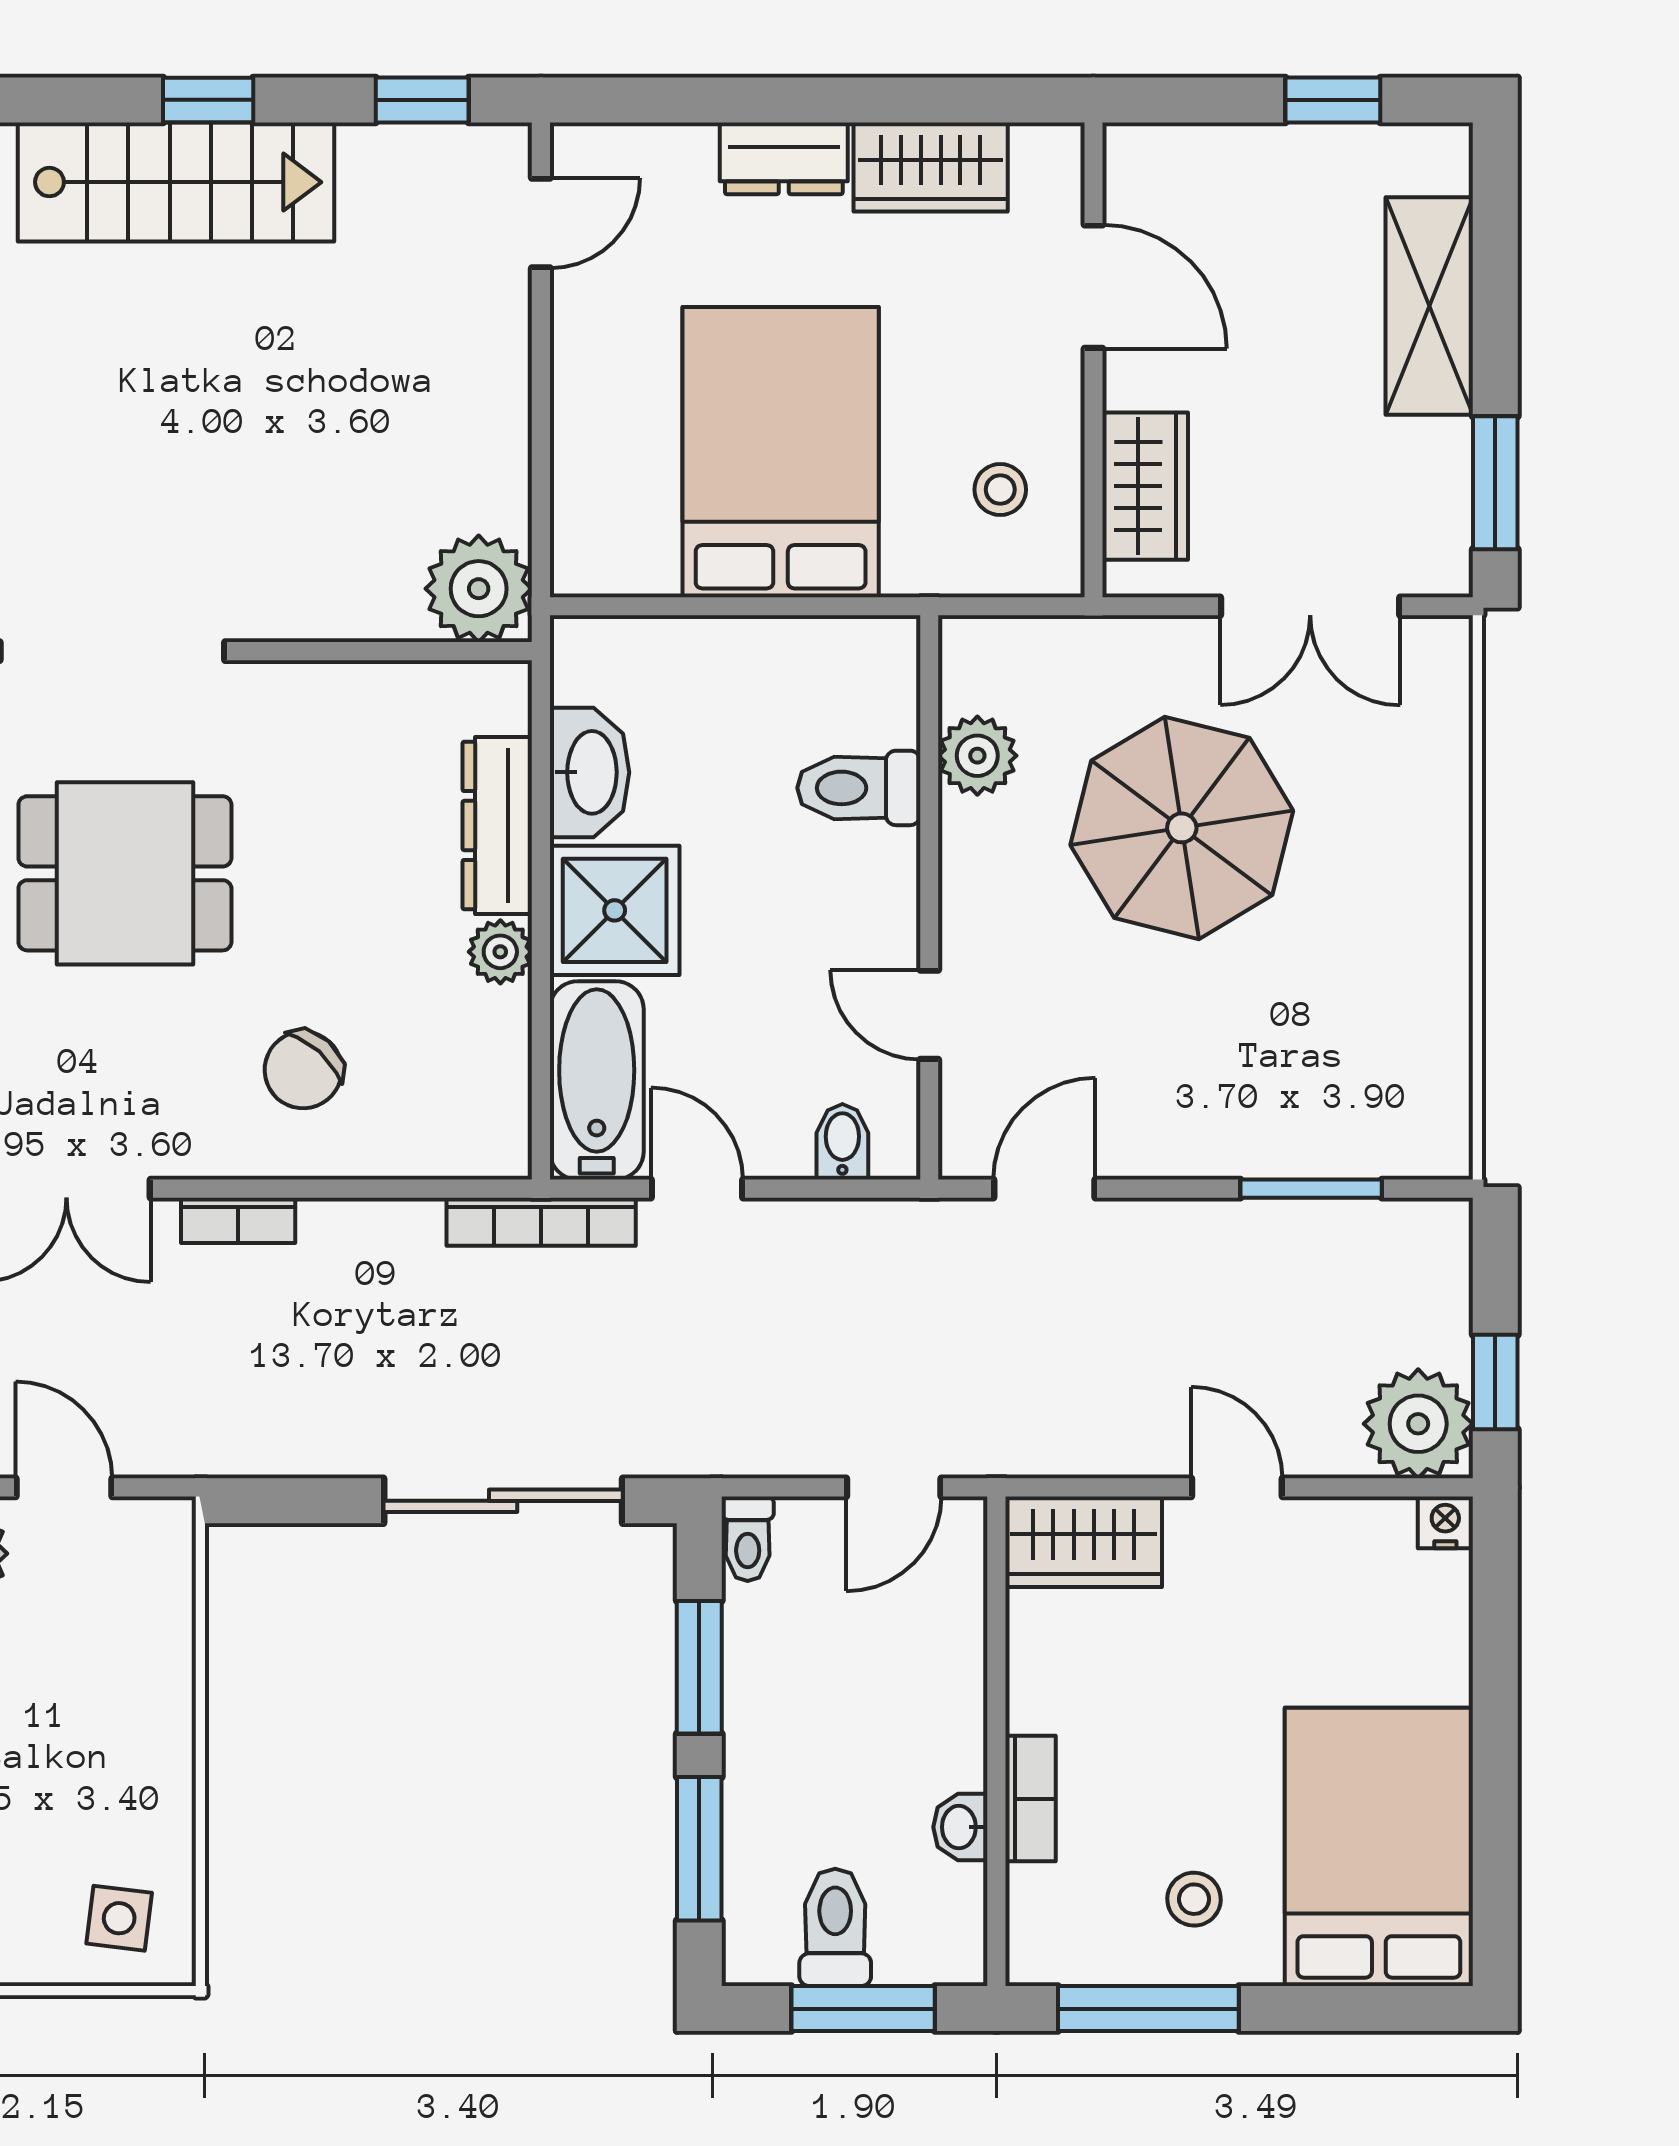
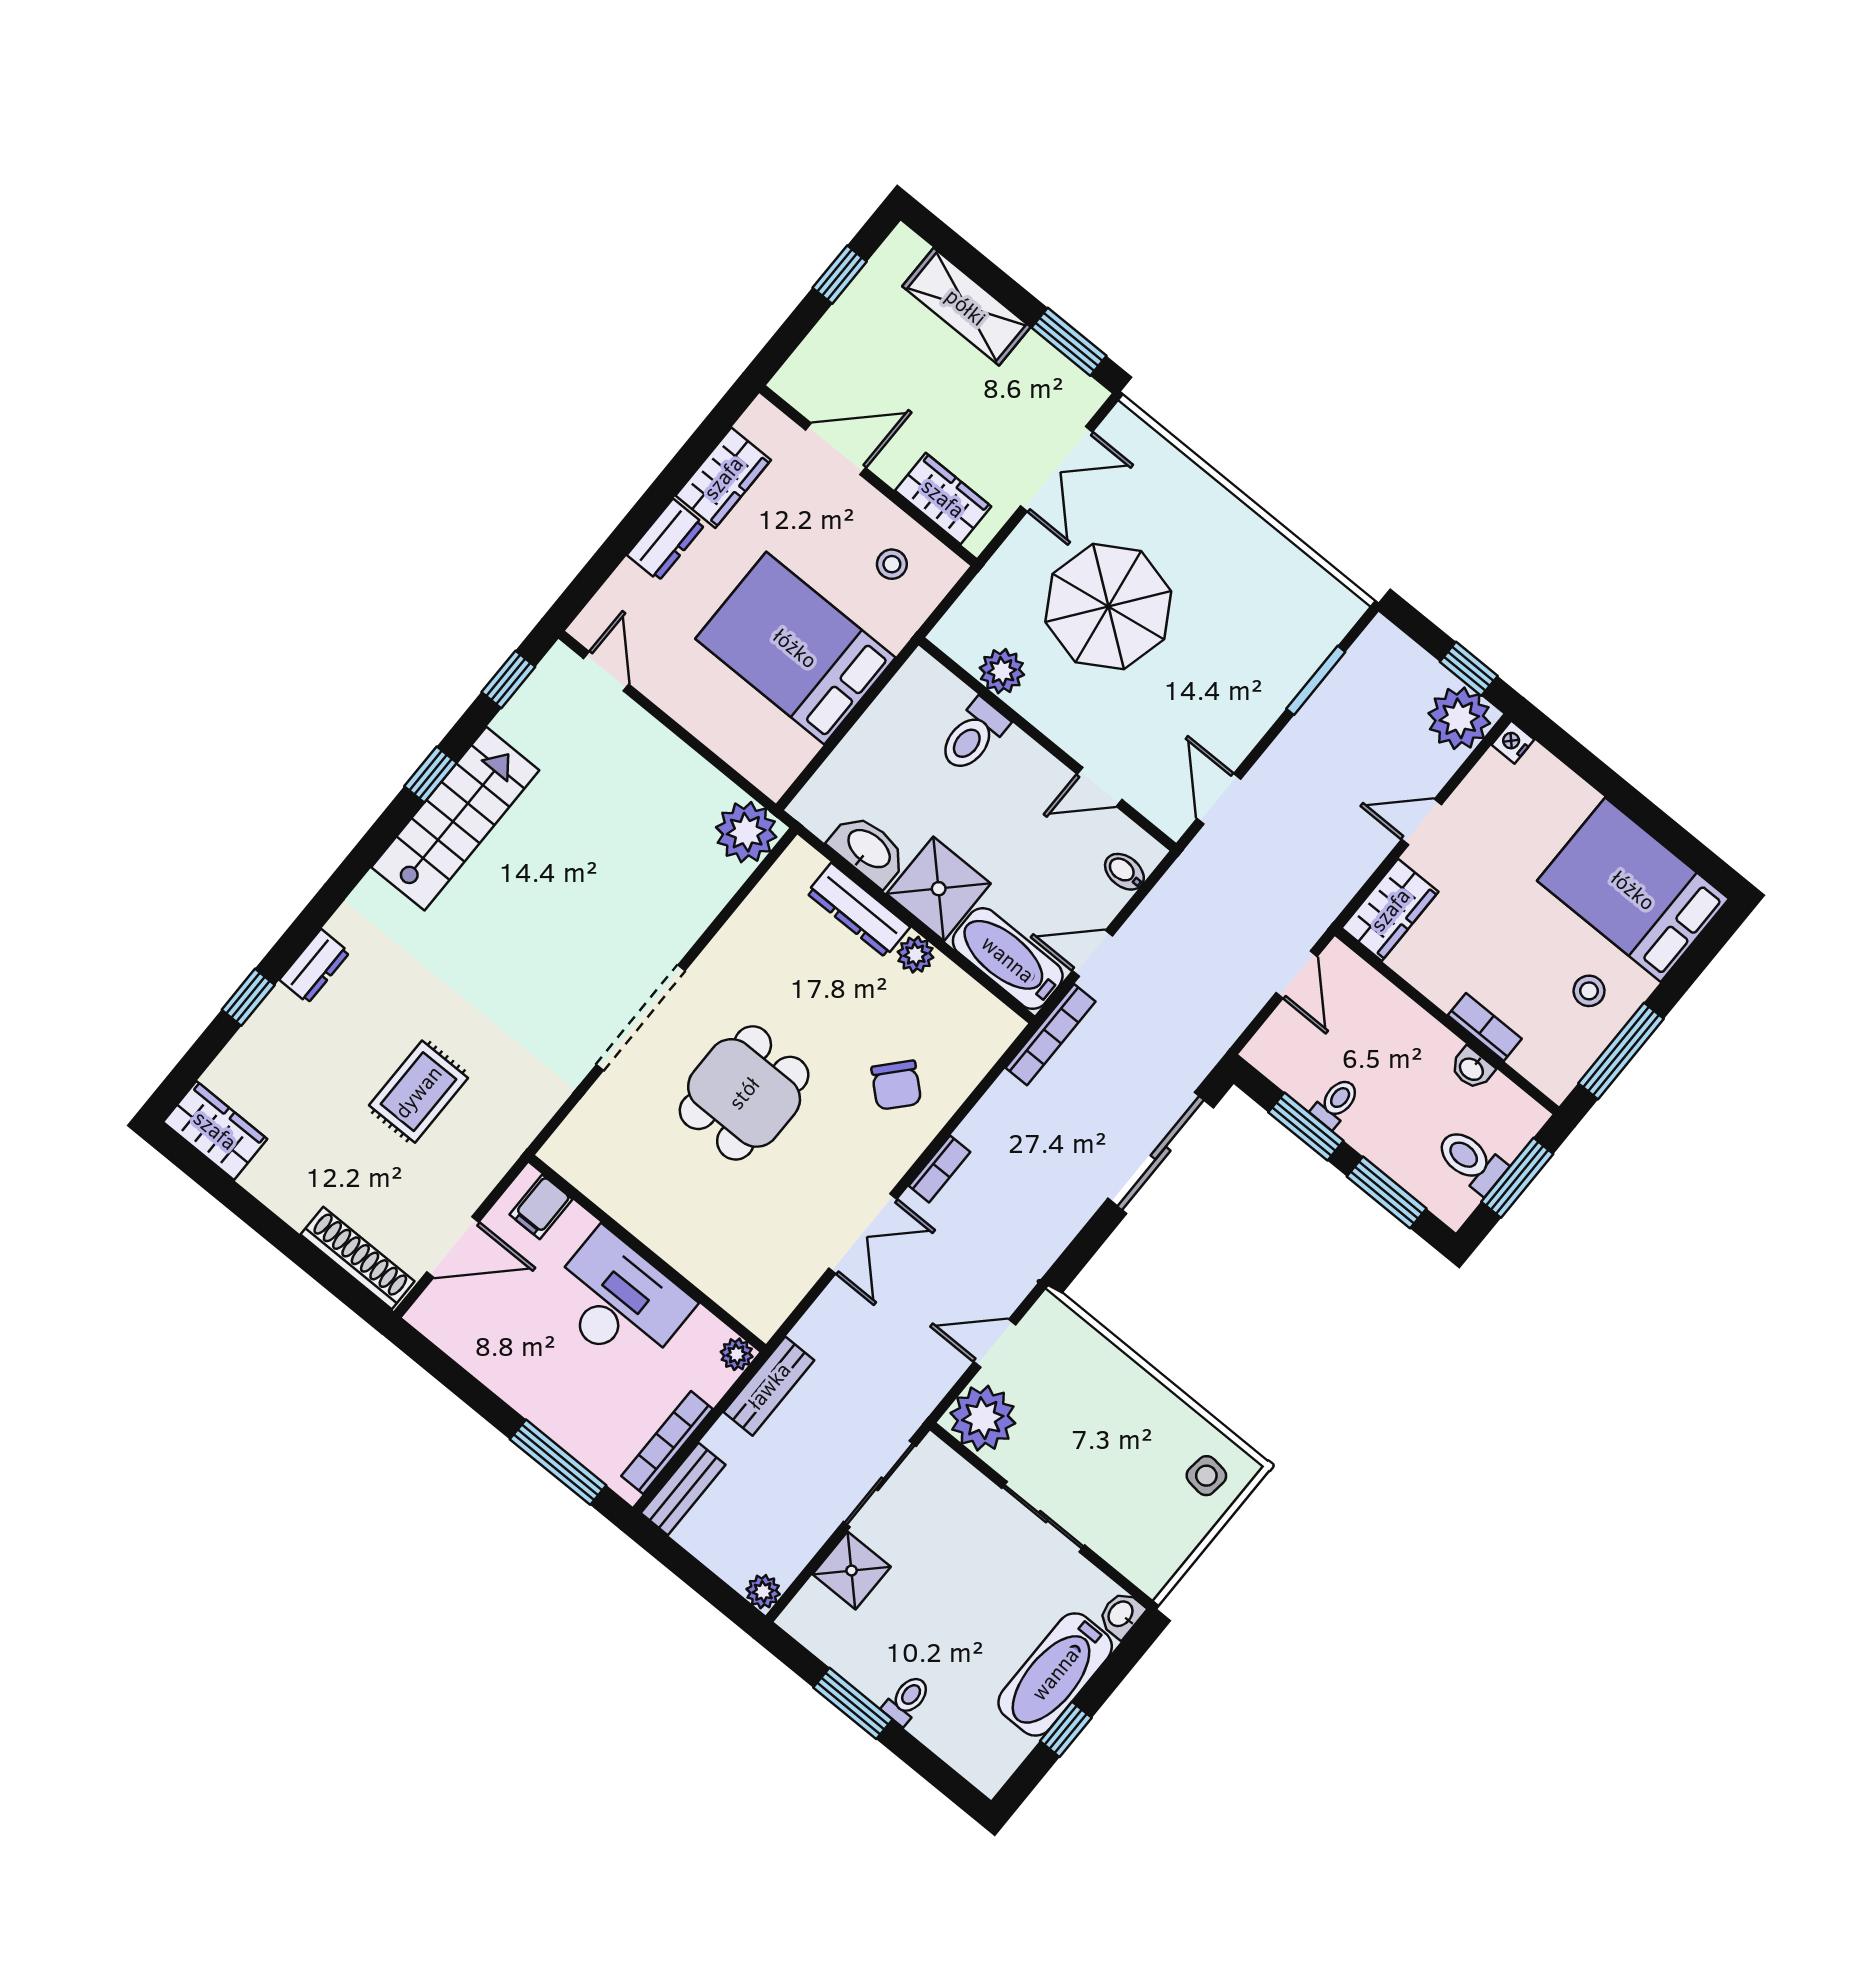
toilet: (748, 1539) -> (1336, 1103), moved, turned -90

